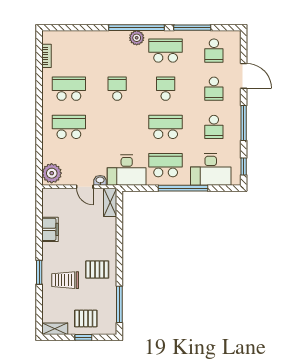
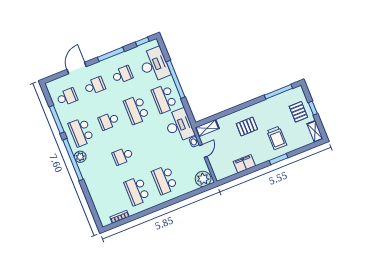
pallet: (97, 270) -> (247, 127), moved, turned 90

